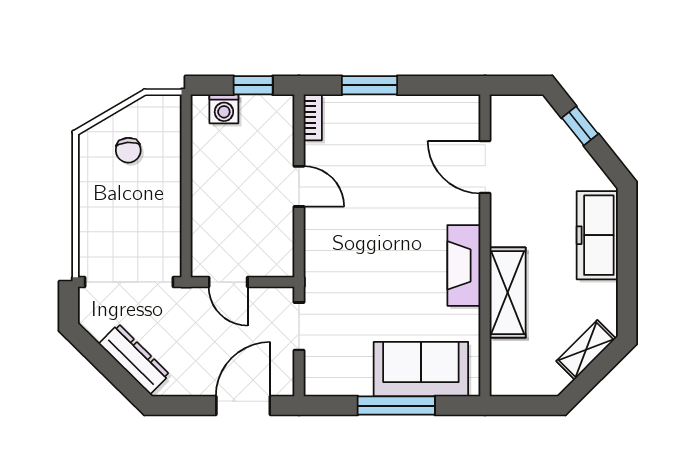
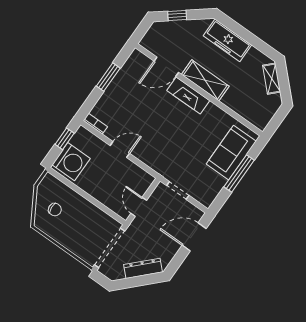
window: (369, 85) -> (108, 77), moved
washing machine: (224, 109) -> (71, 162), width x1.89, depth x1.89
fireplace: (464, 265) -> (188, 95), moved
door: (228, 282) -> (139, 207), swing flipped
shelving: (508, 293) -> (205, 80), moved
door: (243, 406) -> (194, 237), hinge flipped

